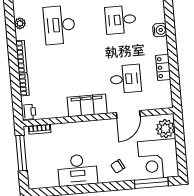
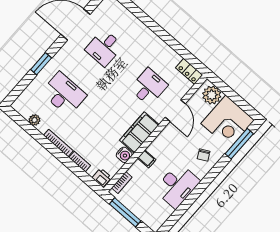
desk: (59, 25) -> (64, 94), turned 180
water cooler: (160, 30) -> (124, 155), moved, turned 90
locker: (163, 67) -> (189, 71), moved
filing cabinet: (74, 130) -> (147, 159), added

